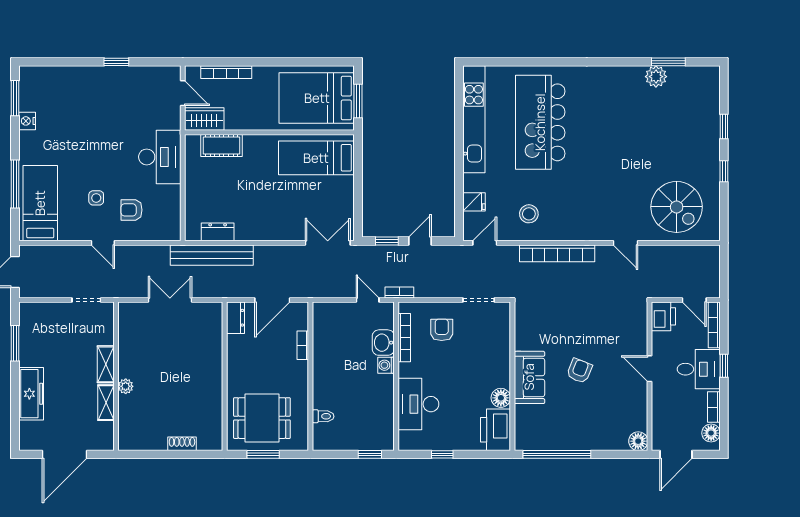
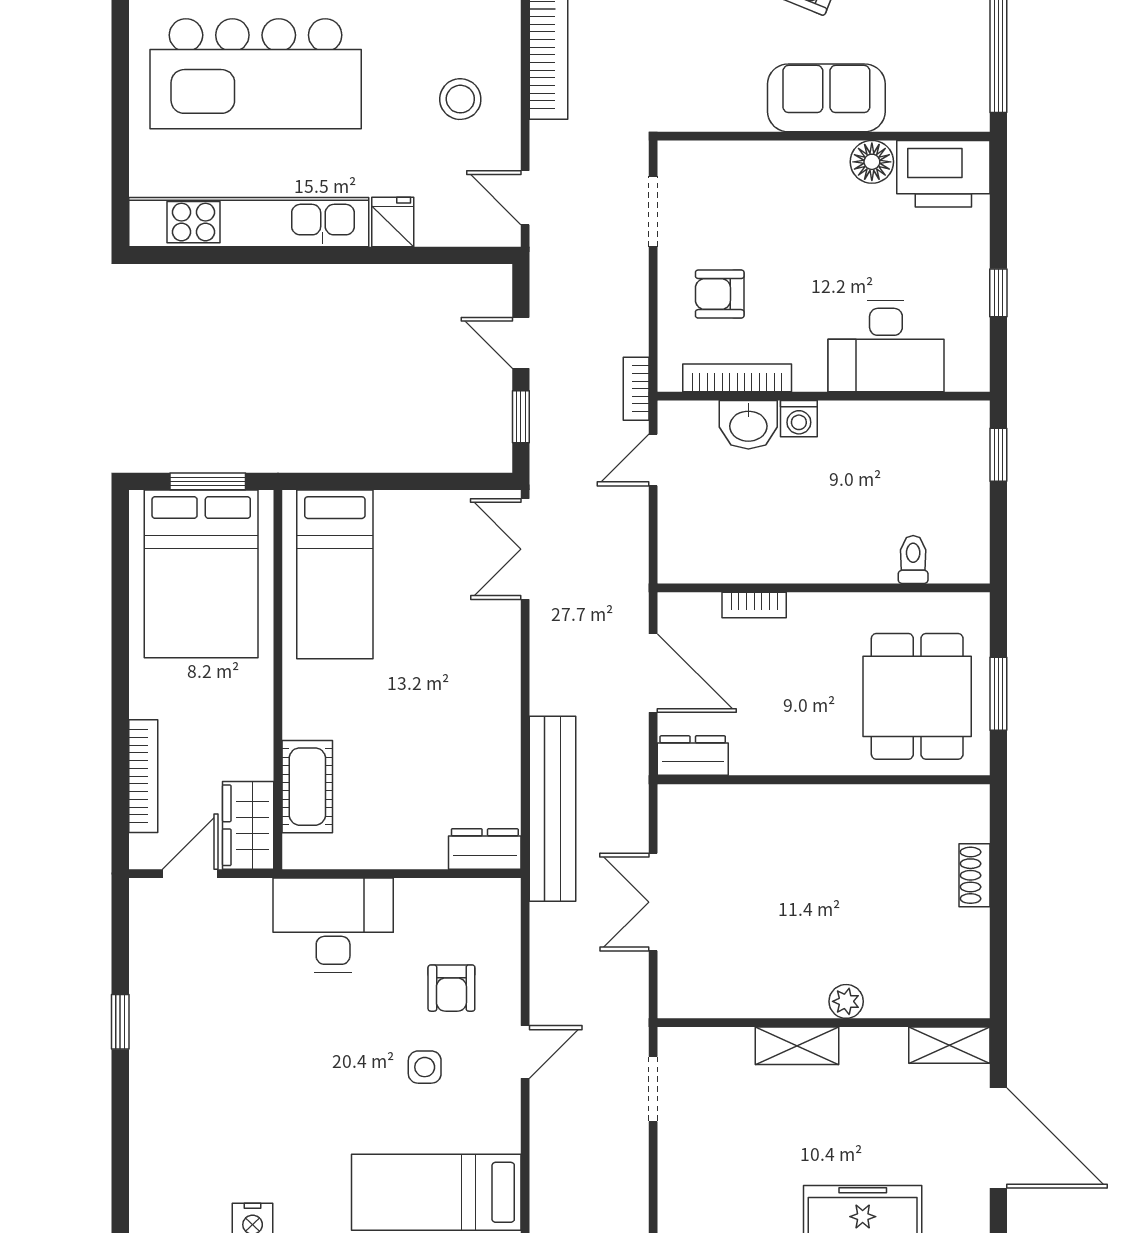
fridge: (474, 202) -> (393, 222), moved
dresser: (218, 232) -> (485, 849), moved, turned 90
shelving: (106, 403) -> (949, 1045), moved

